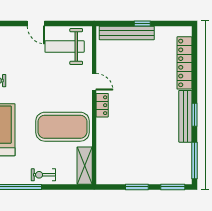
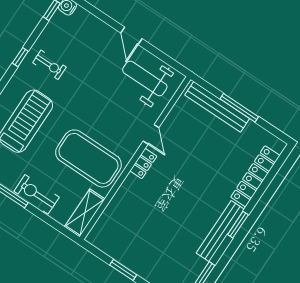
window: (142, 24) -> (239, 108), width x2.17
window: (195, 115) -> (238, 225), moved
exercise bike: (43, 175) -> (37, 194), width x1.38, depth x1.39

